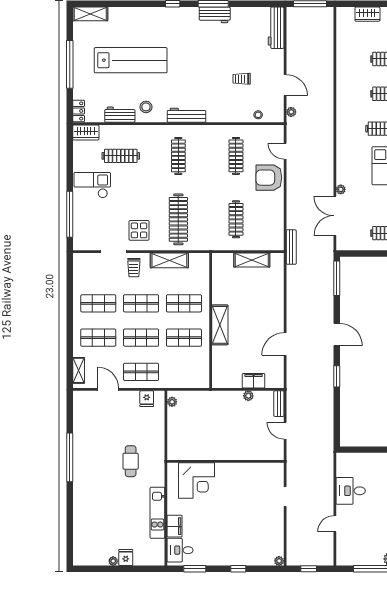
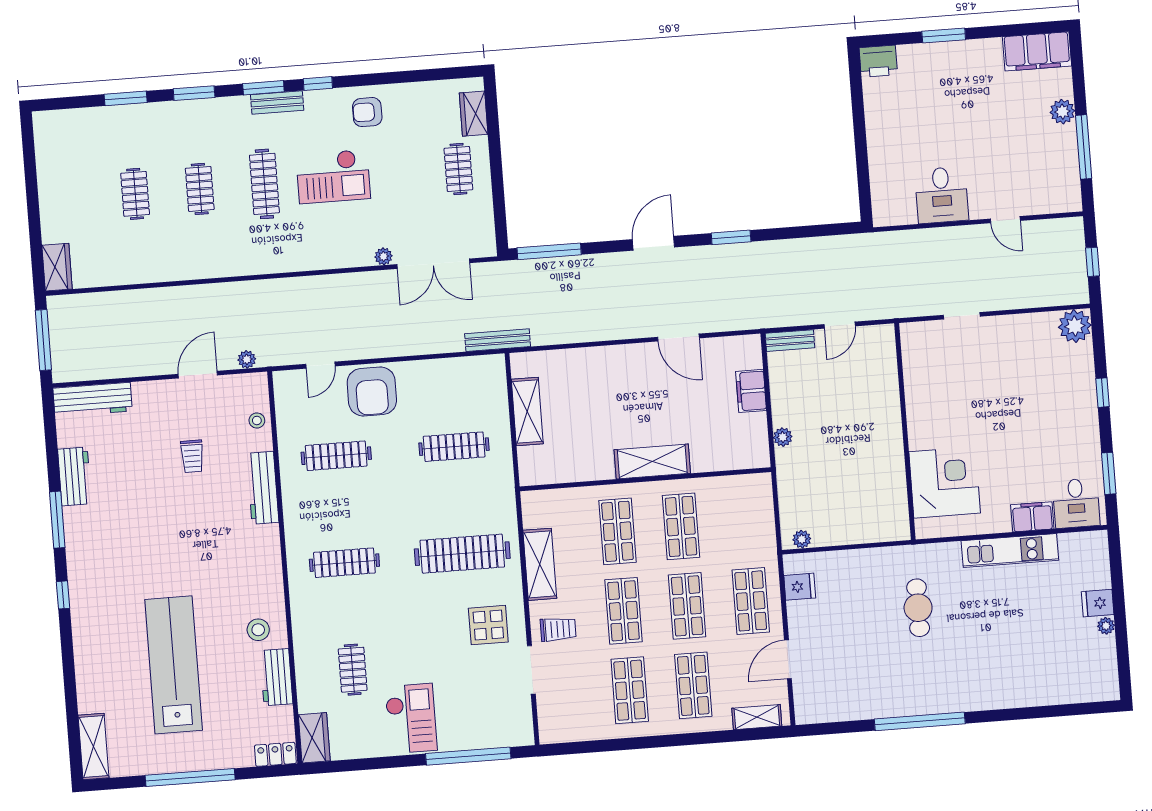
wardrobe: (367, 14) -> (57, 267), moved
workbench: (215, 15) -> (74, 476), moved
workbench: (186, 115) -> (263, 488), moved
clothes rail: (121, 156) -> (353, 670), width x0.73
checkout: (92, 185) -> (411, 718), turned 180
plant: (248, 396) -> (783, 437), moved
cafe table: (131, 461) -> (918, 608), turned 90
plant: (279, 561) -> (1075, 326), width x1.88, depth x1.88

